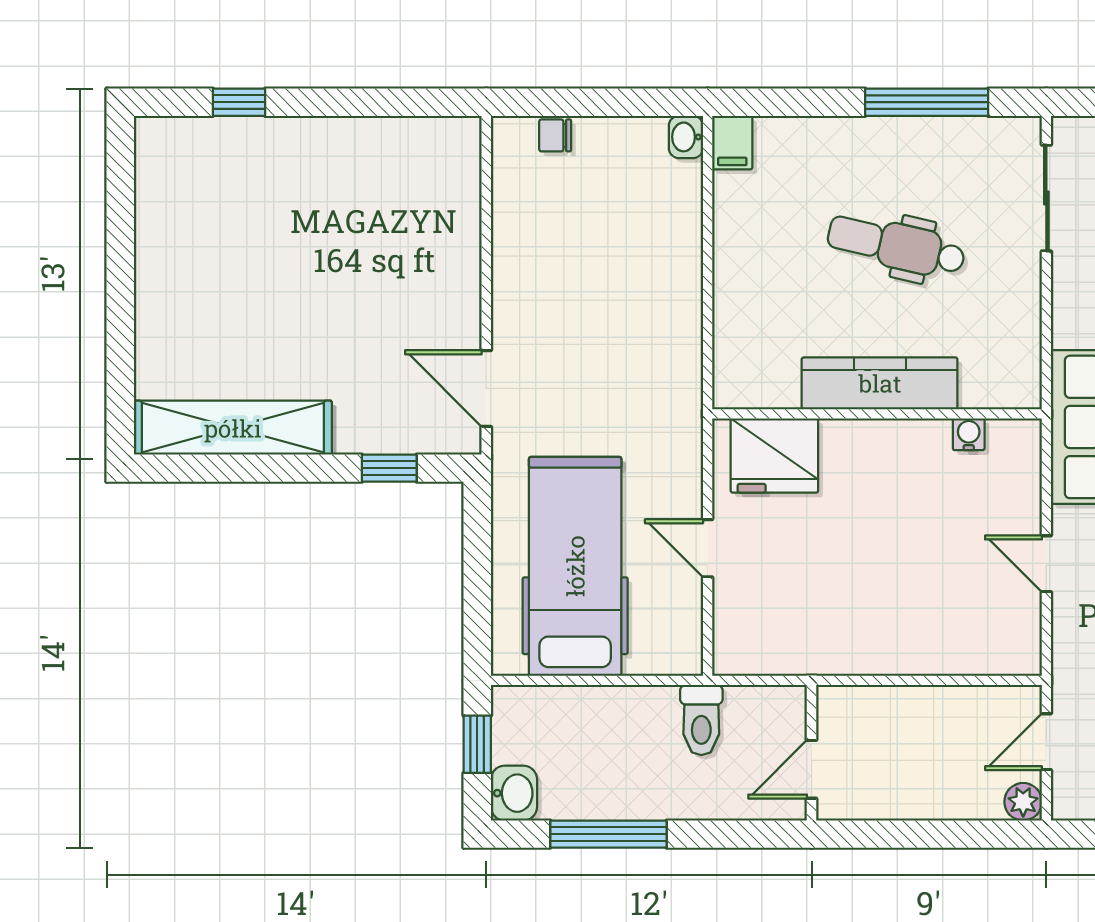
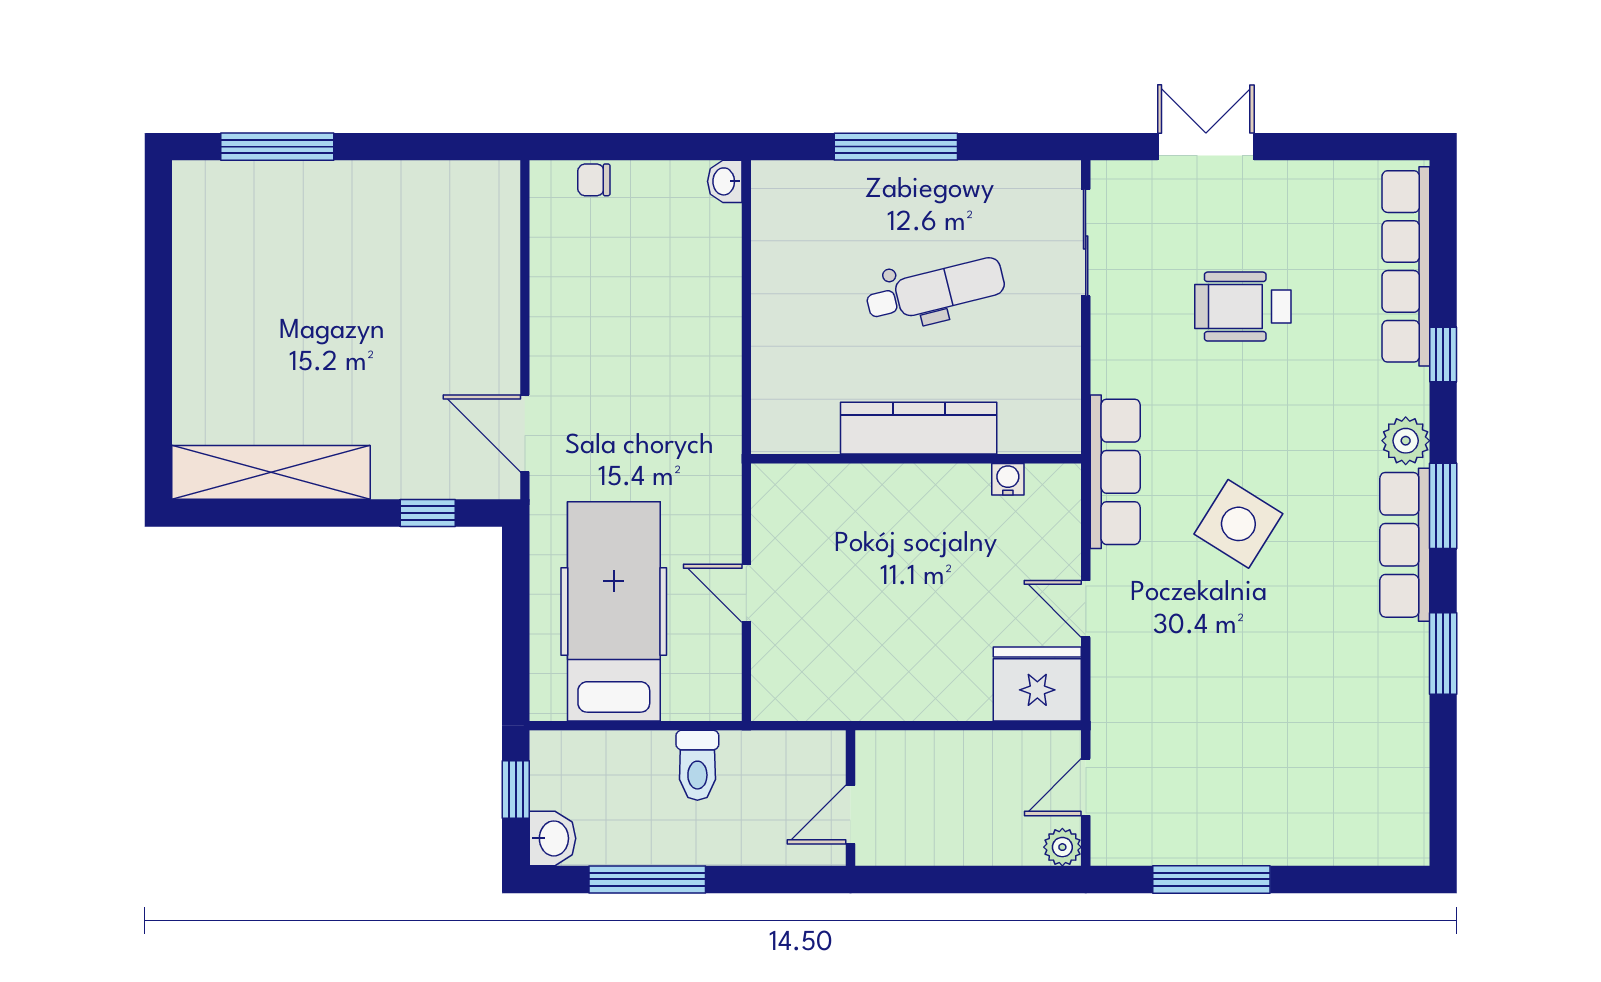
window: (239, 102) -> (277, 147), width x2.17
window: (927, 102) -> (896, 147), moved
filing cabinet: (732, 143) -> (771, 187), removed
dental chair: (896, 246) -> (935, 290), turned 153
fridge: (774, 456) -> (1037, 684), moved, turned 180
toilet: (701, 720) -> (697, 765), moved

